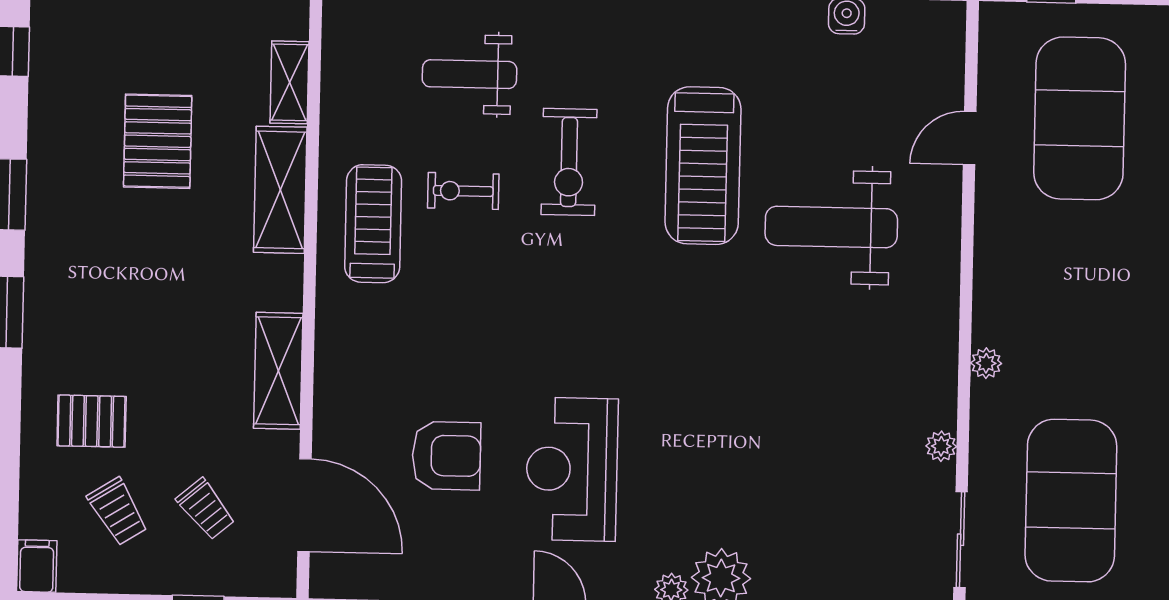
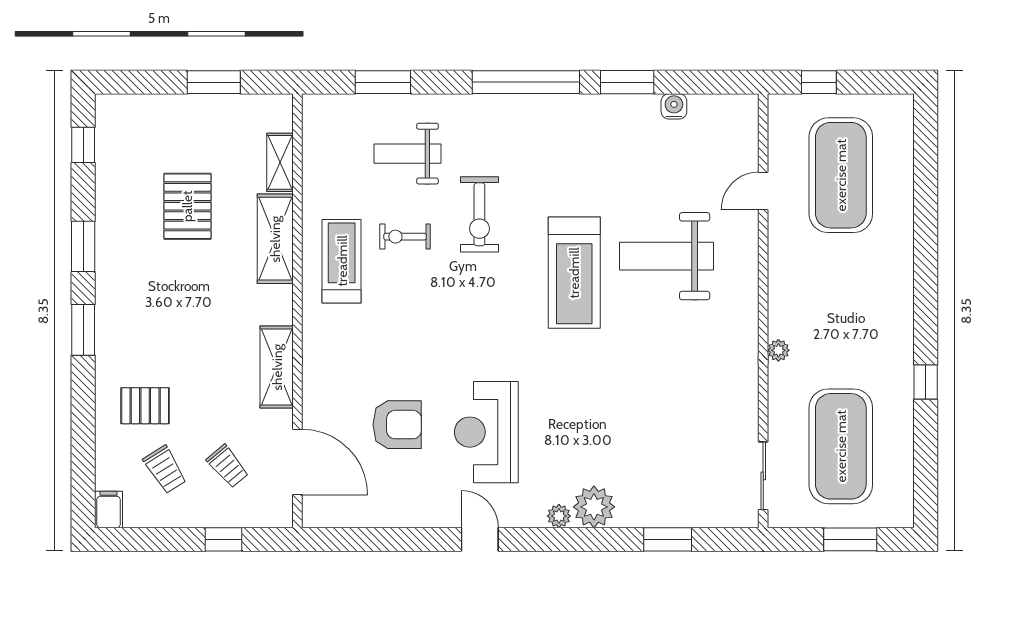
treadmill: (703, 166) -> (574, 273), moved
plant: (941, 446) -> (748, 410), removed

